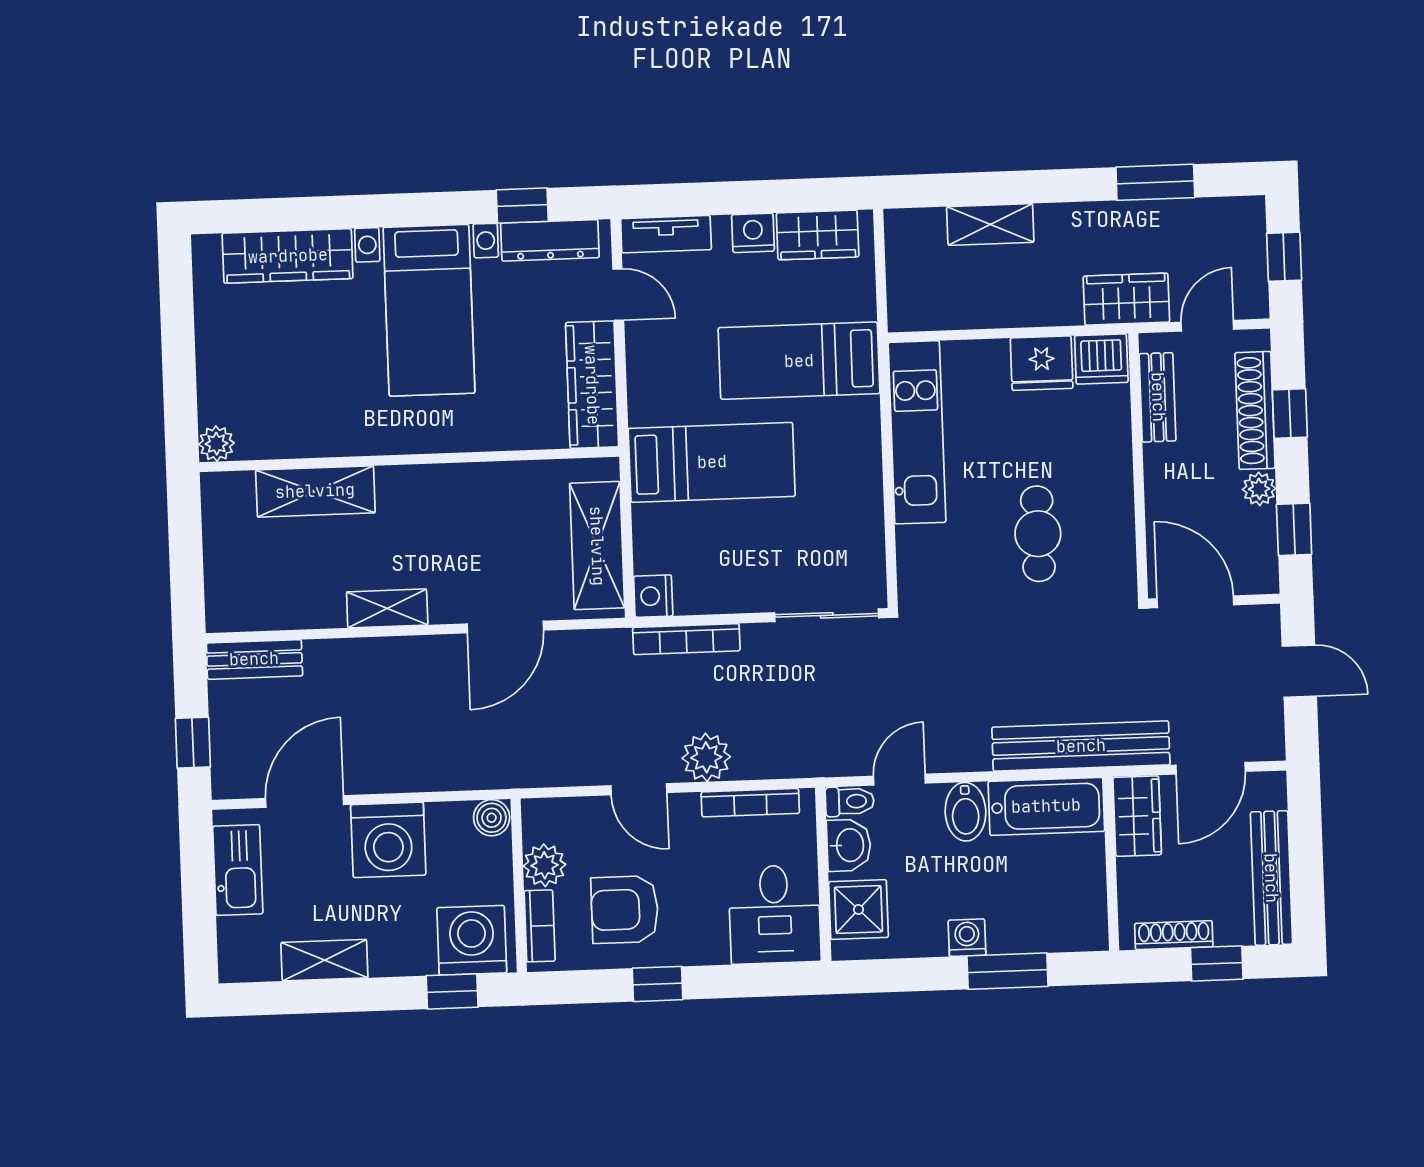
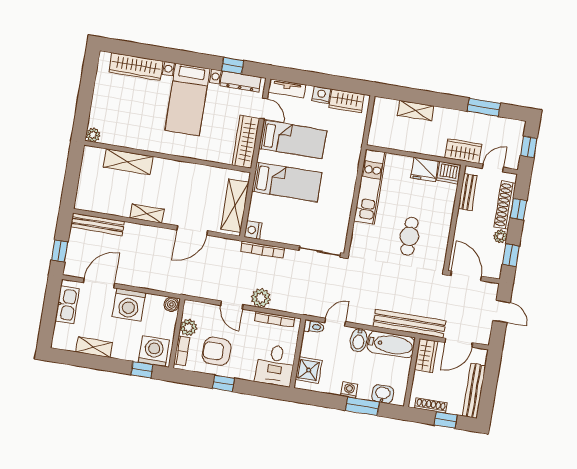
bed: (799, 361) -> (293, 139), moved, turned 180
bench: (254, 659) -> (97, 224), width x1.36
washbasin: (849, 845) -> (383, 394), moved, turned -90

